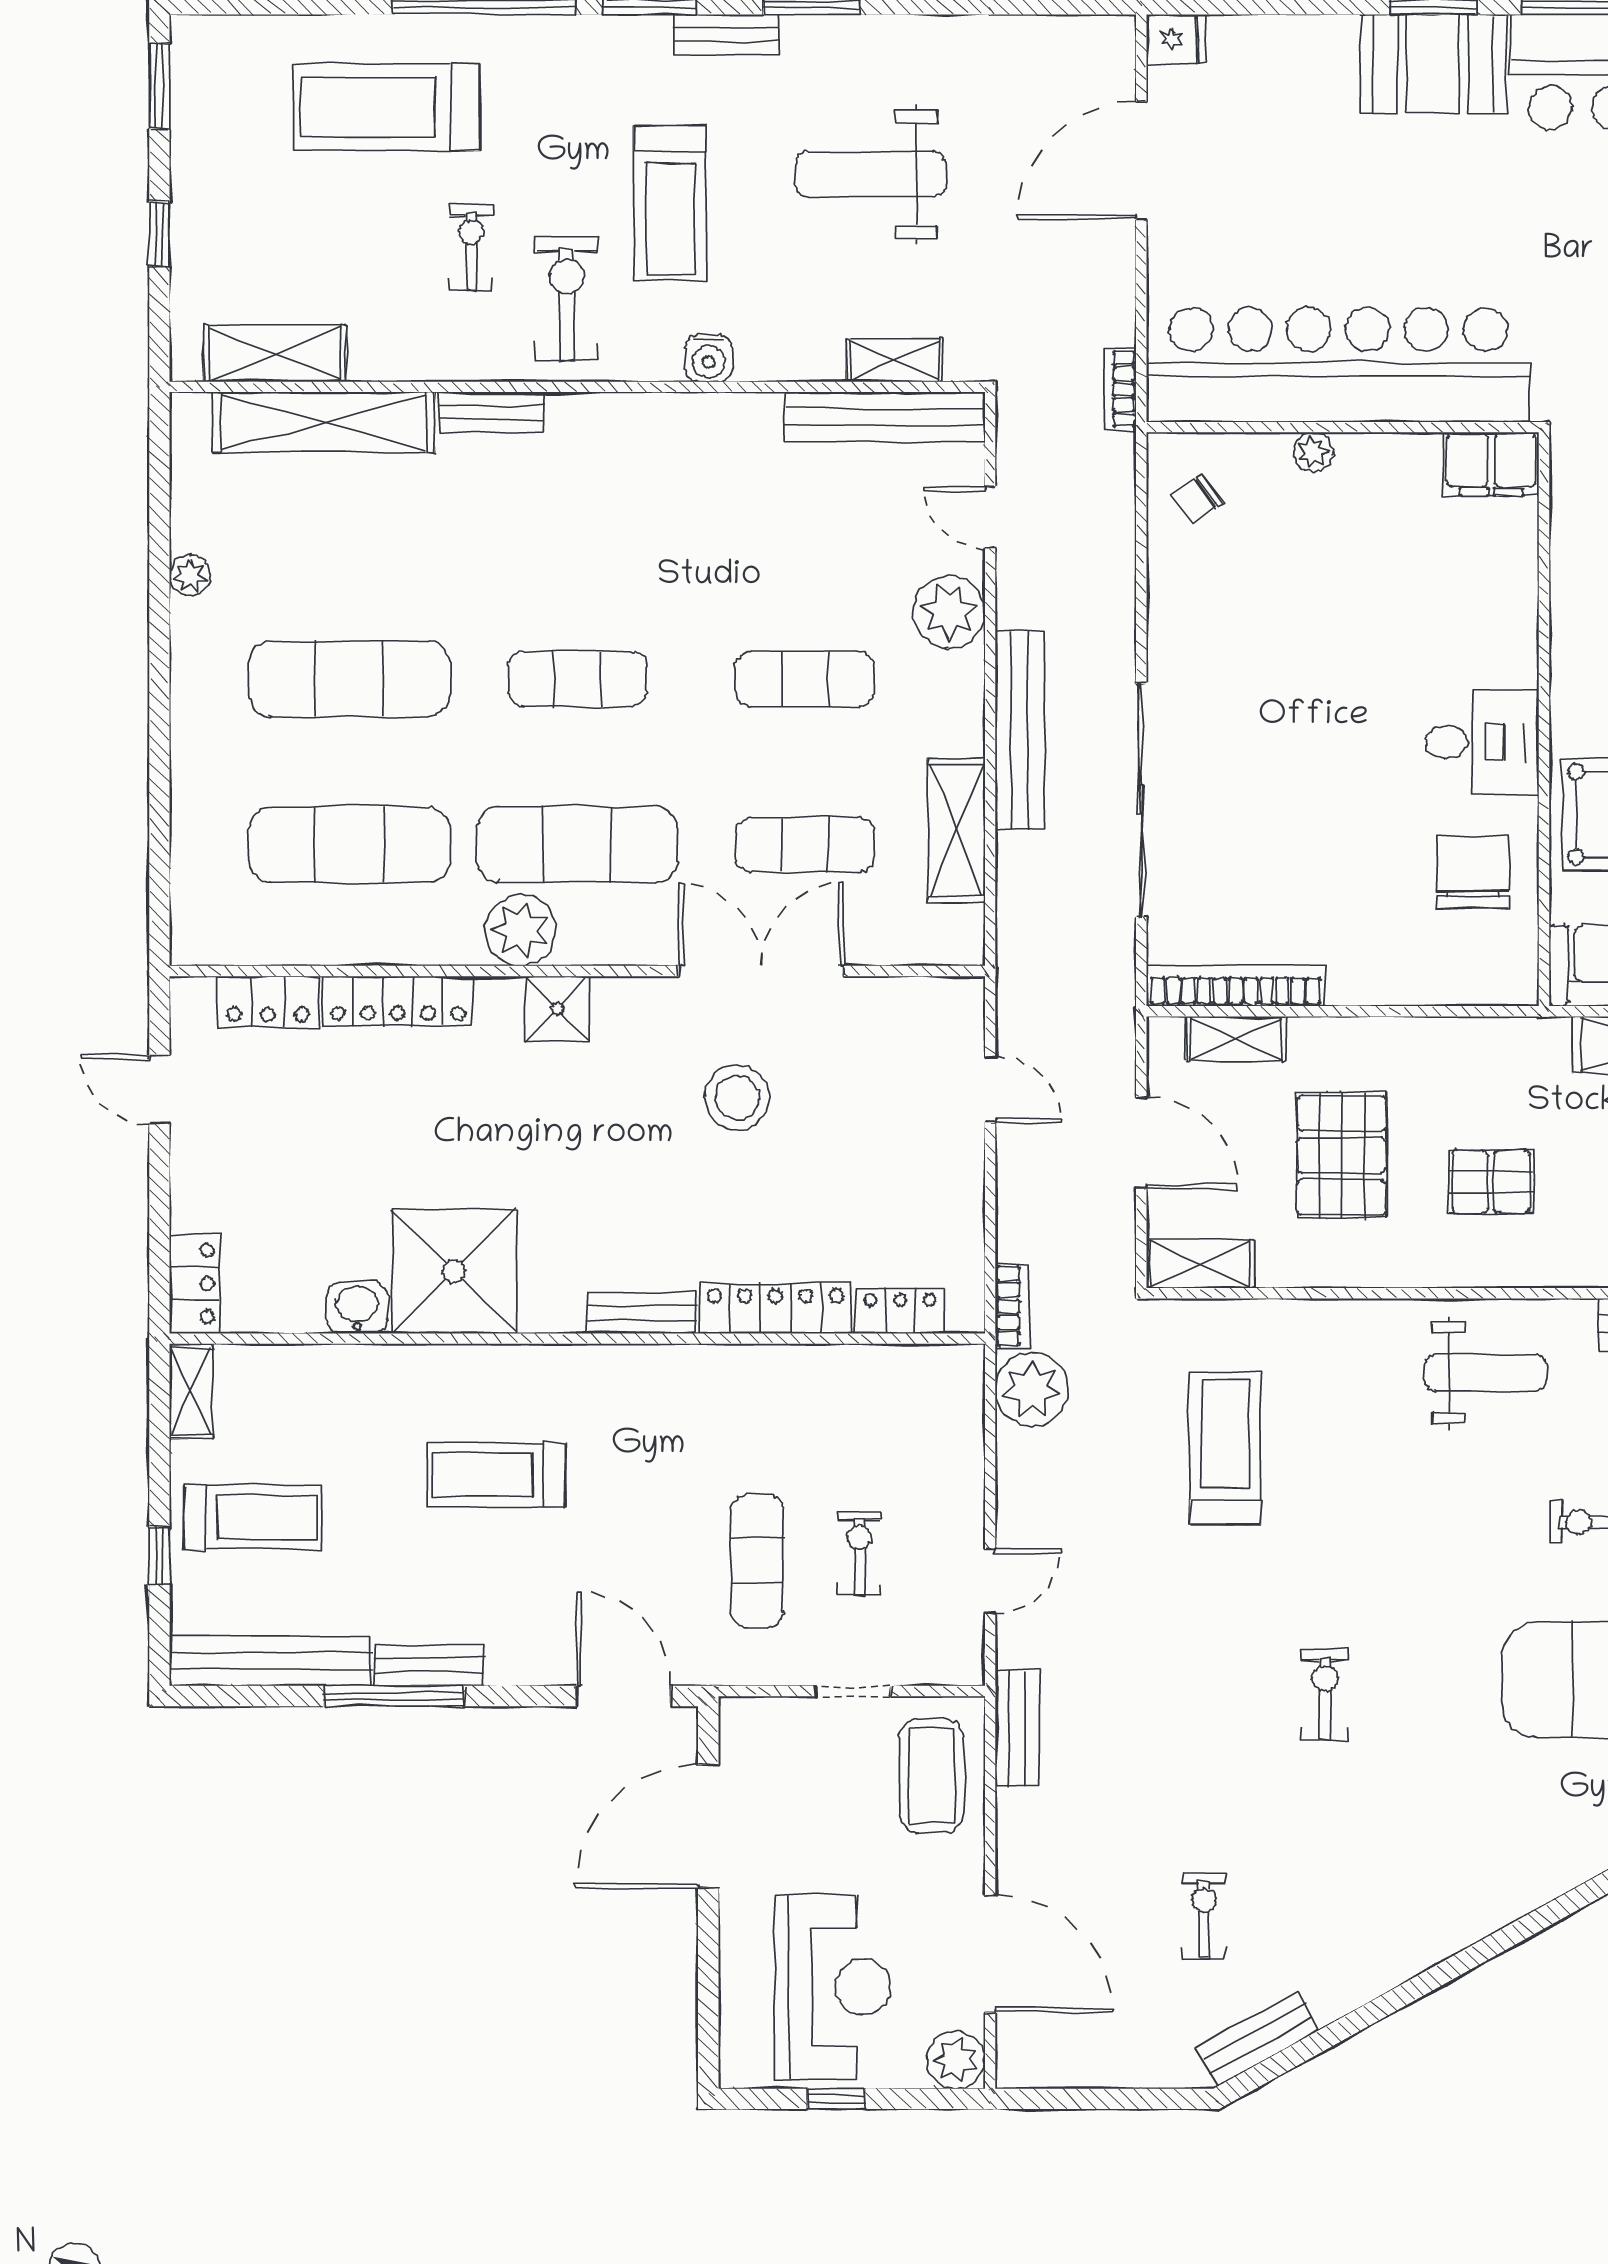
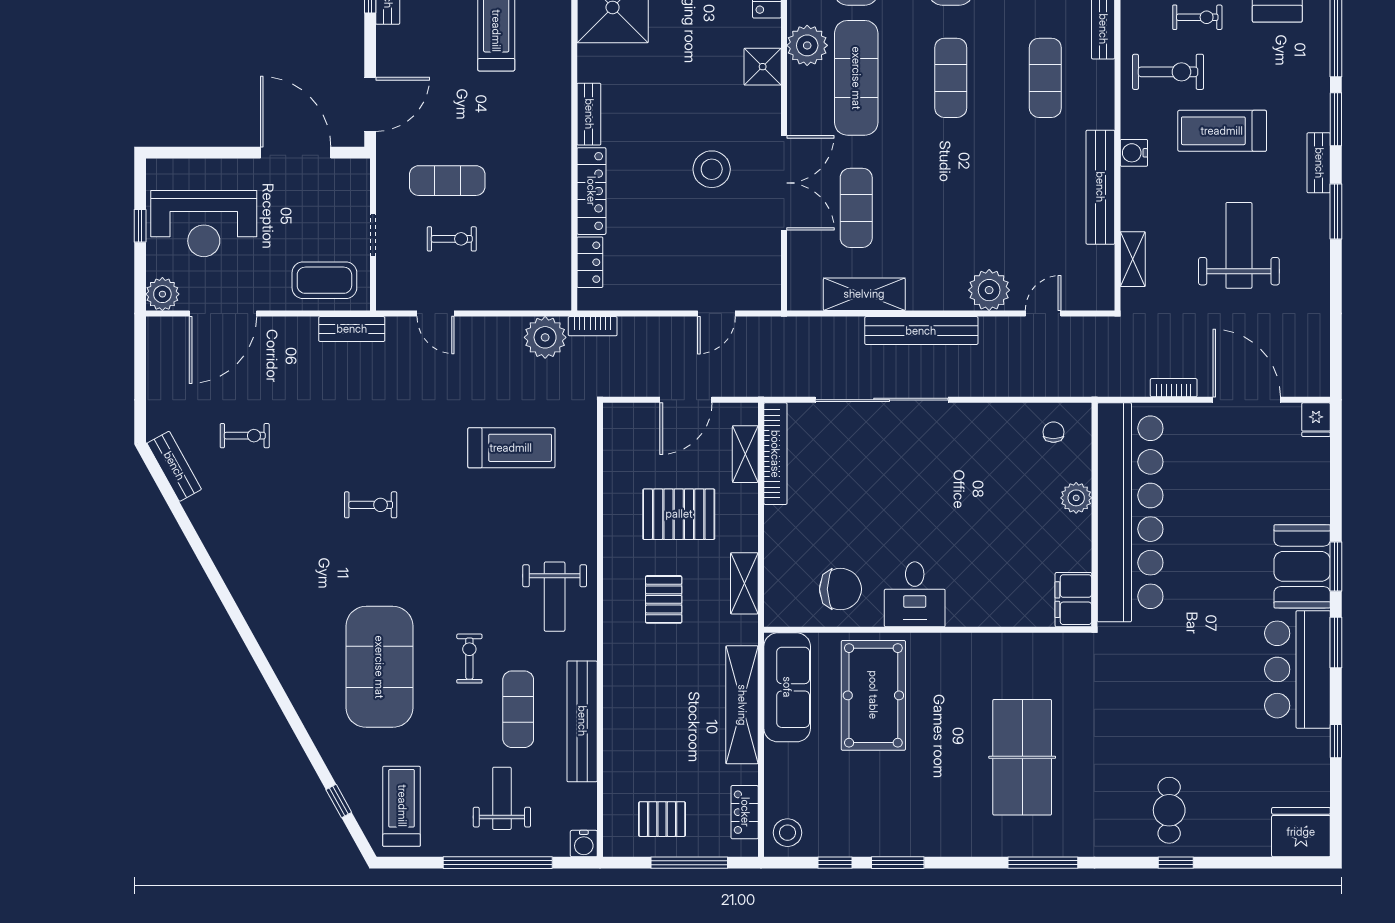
bookcase: (1120, 389) -> (1174, 388), moved
bench: (885, 417) -> (1100, 187), moved
plant: (1313, 452) -> (1076, 498), width x1.38, depth x1.38
chair: (1198, 499) -> (1053, 432), turned 36
exercise mat: (805, 679) -> (1045, 78), moved
shelving: (1200, 1264) -> (744, 583), moved

